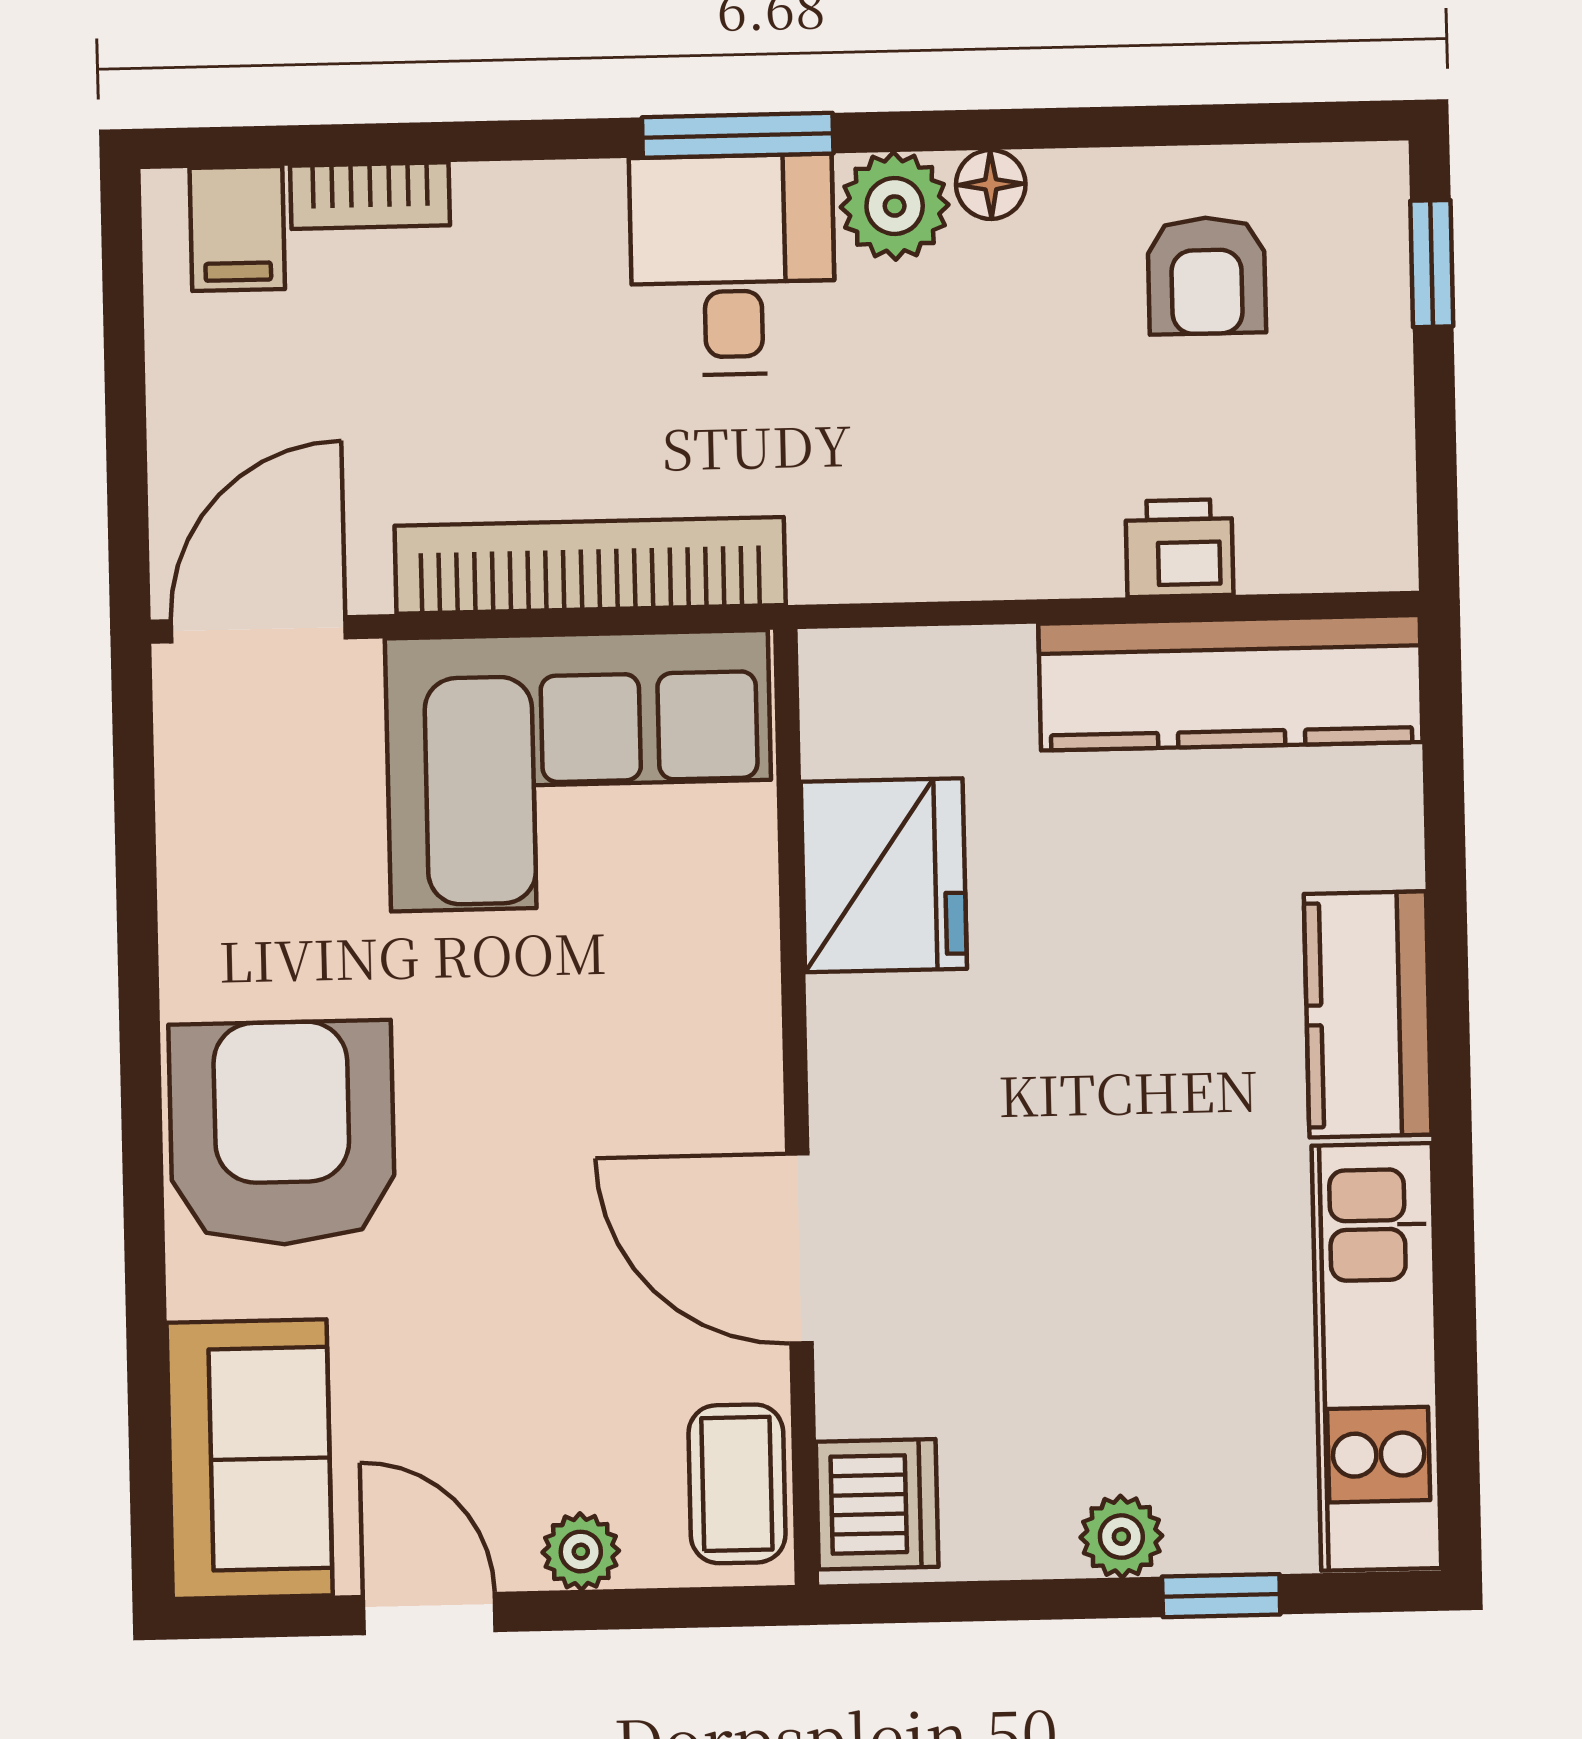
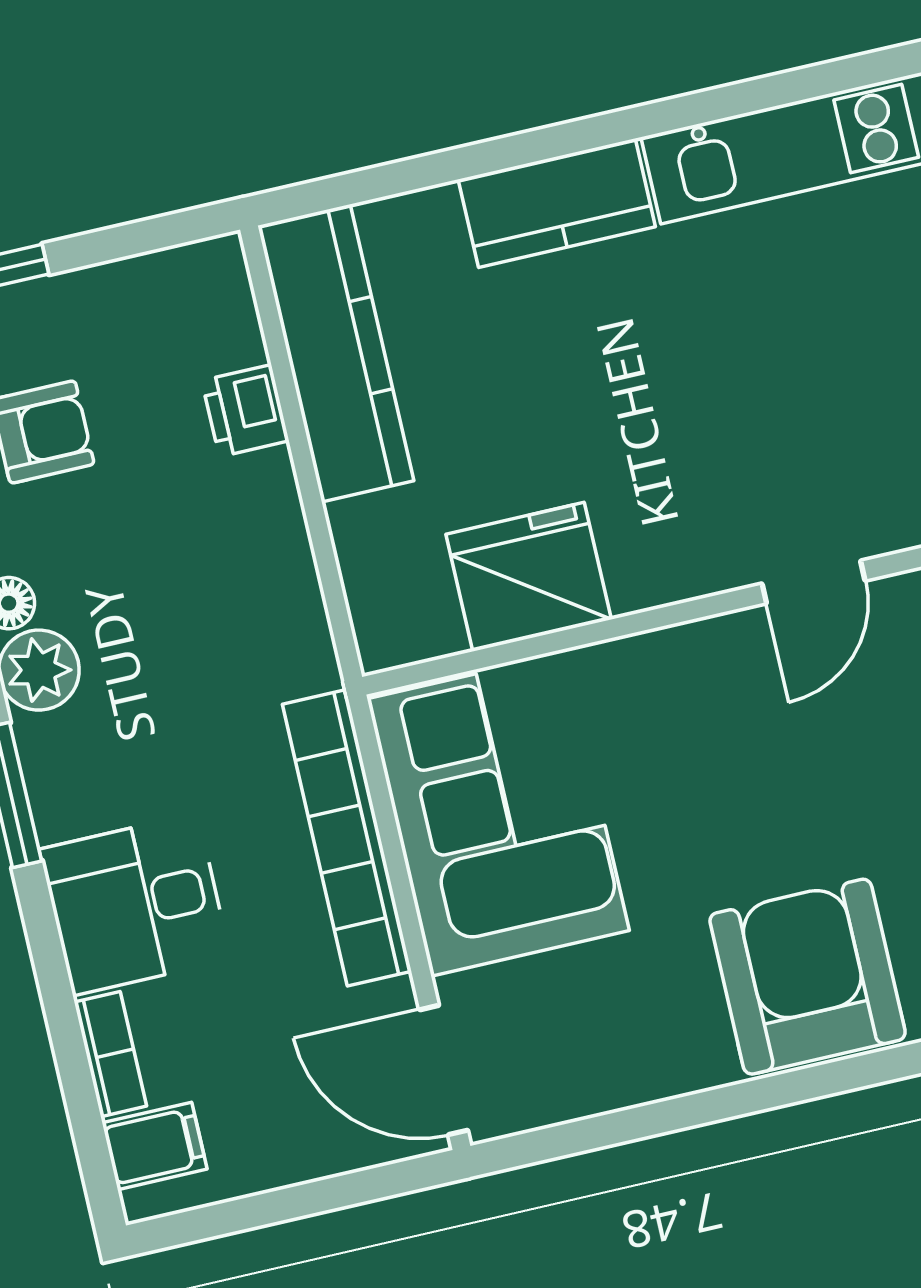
desk: (733, 265) -> (135, 904), moved
armchair: (282, 1133) -> (808, 977), turned 90
door: (799, 1249) -> (813, 582), width x0.73

